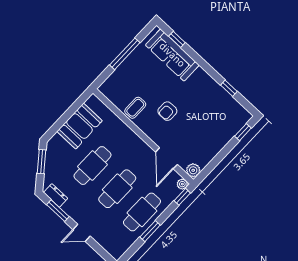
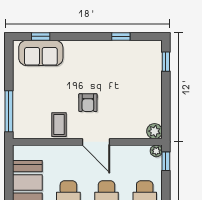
window: (125, 54) -> (9, 111), moved
sofa: (172, 55) -> (41, 53), width x0.73
door: (166, 158) -> (96, 142), moved

